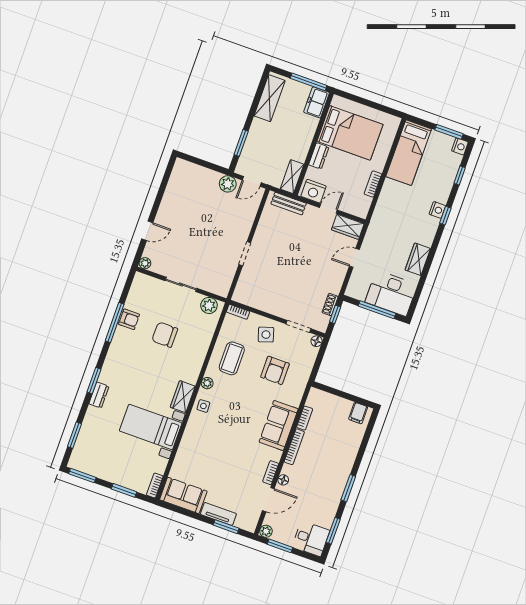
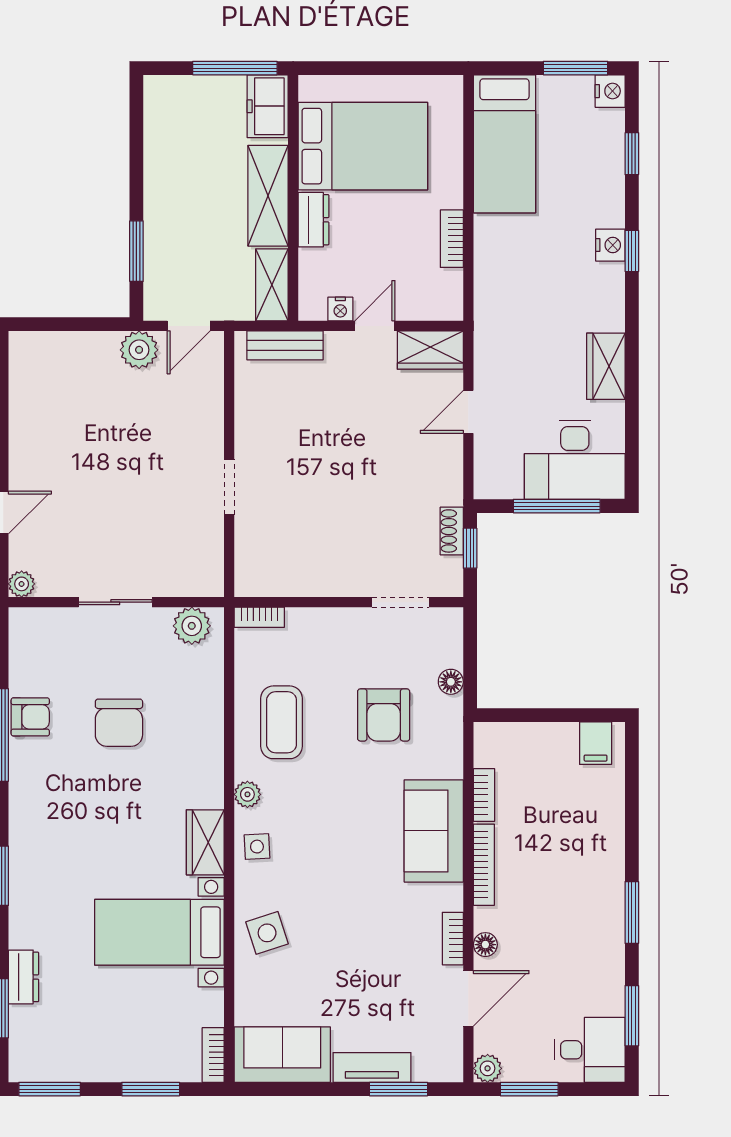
shelving: (270, 98) -> (268, 196), moved
nightstand: (313, 191) -> (340, 309), width x0.53, depth x0.56
chair: (165, 335) -> (119, 723), turned -90
side table: (266, 335) -> (267, 933), moved
floor lamp: (317, 341) -> (451, 682), moved
dresser: (99, 395) -> (24, 977), moved

